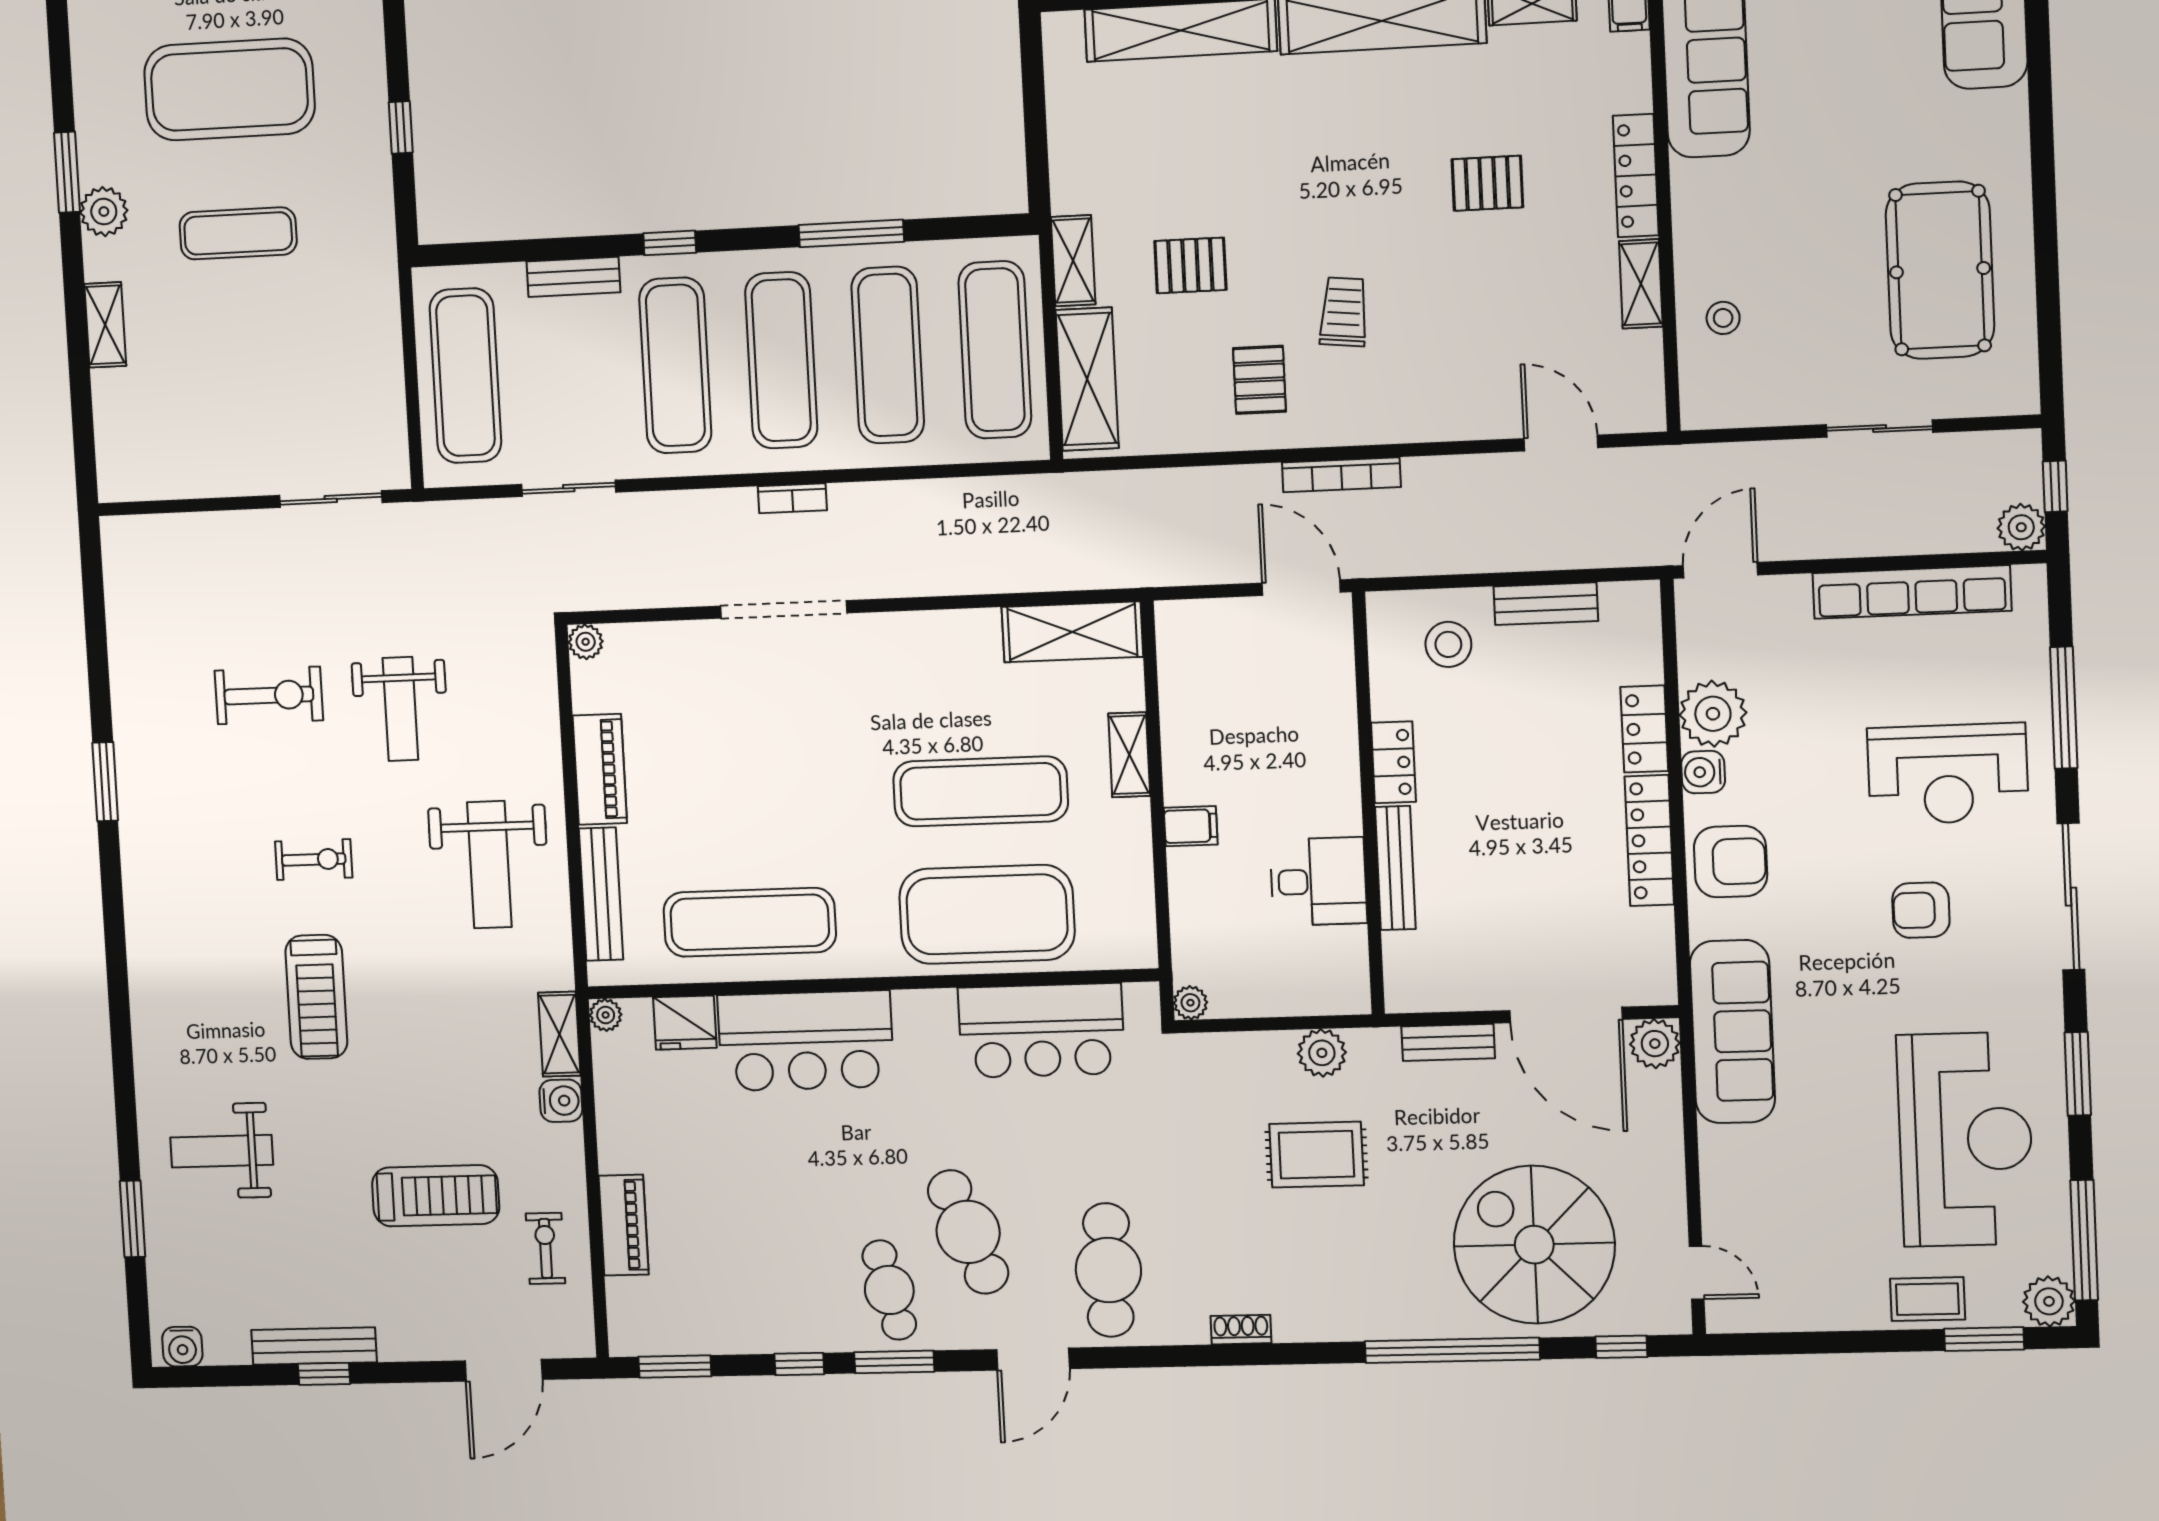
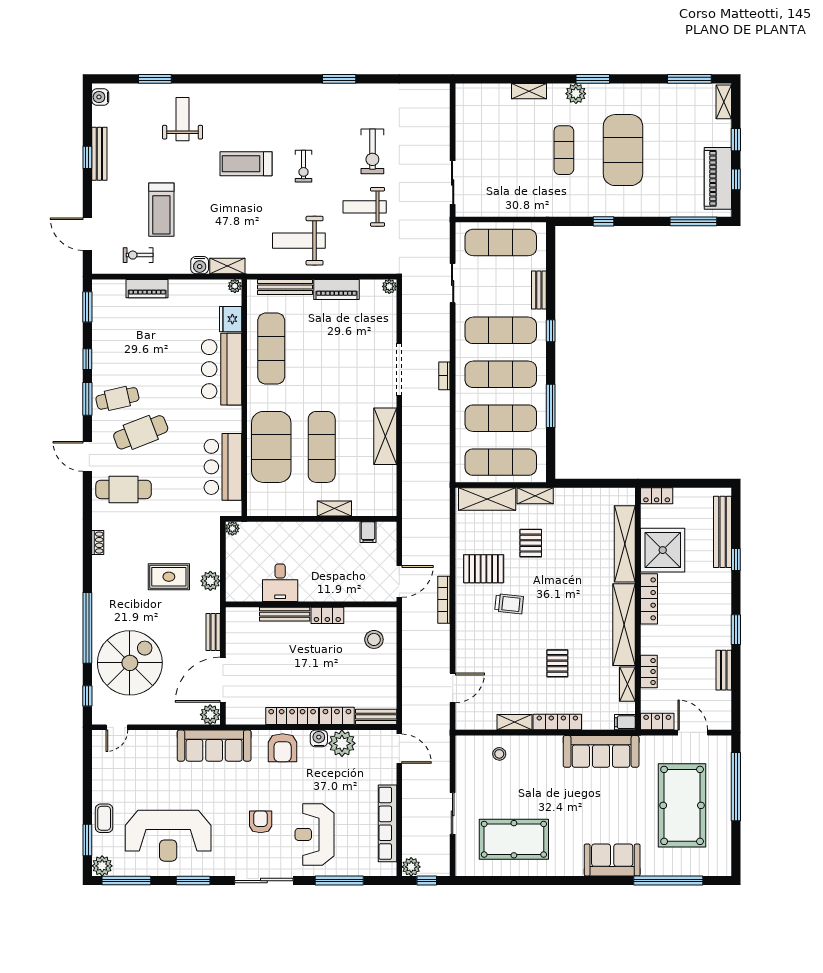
pallet: (1259, 380) -> (484, 569), width x1.50, depth x1.42
bench: (1546, 604) -> (376, 717), moved, turned 90
shelving: (1072, 632) -> (385, 436), moved
filing cabinet: (1191, 826) -> (368, 532), moved
rug: (1317, 1155) -> (169, 577), turned 90
exercise bike: (545, 1248) -> (138, 255), turned 180

